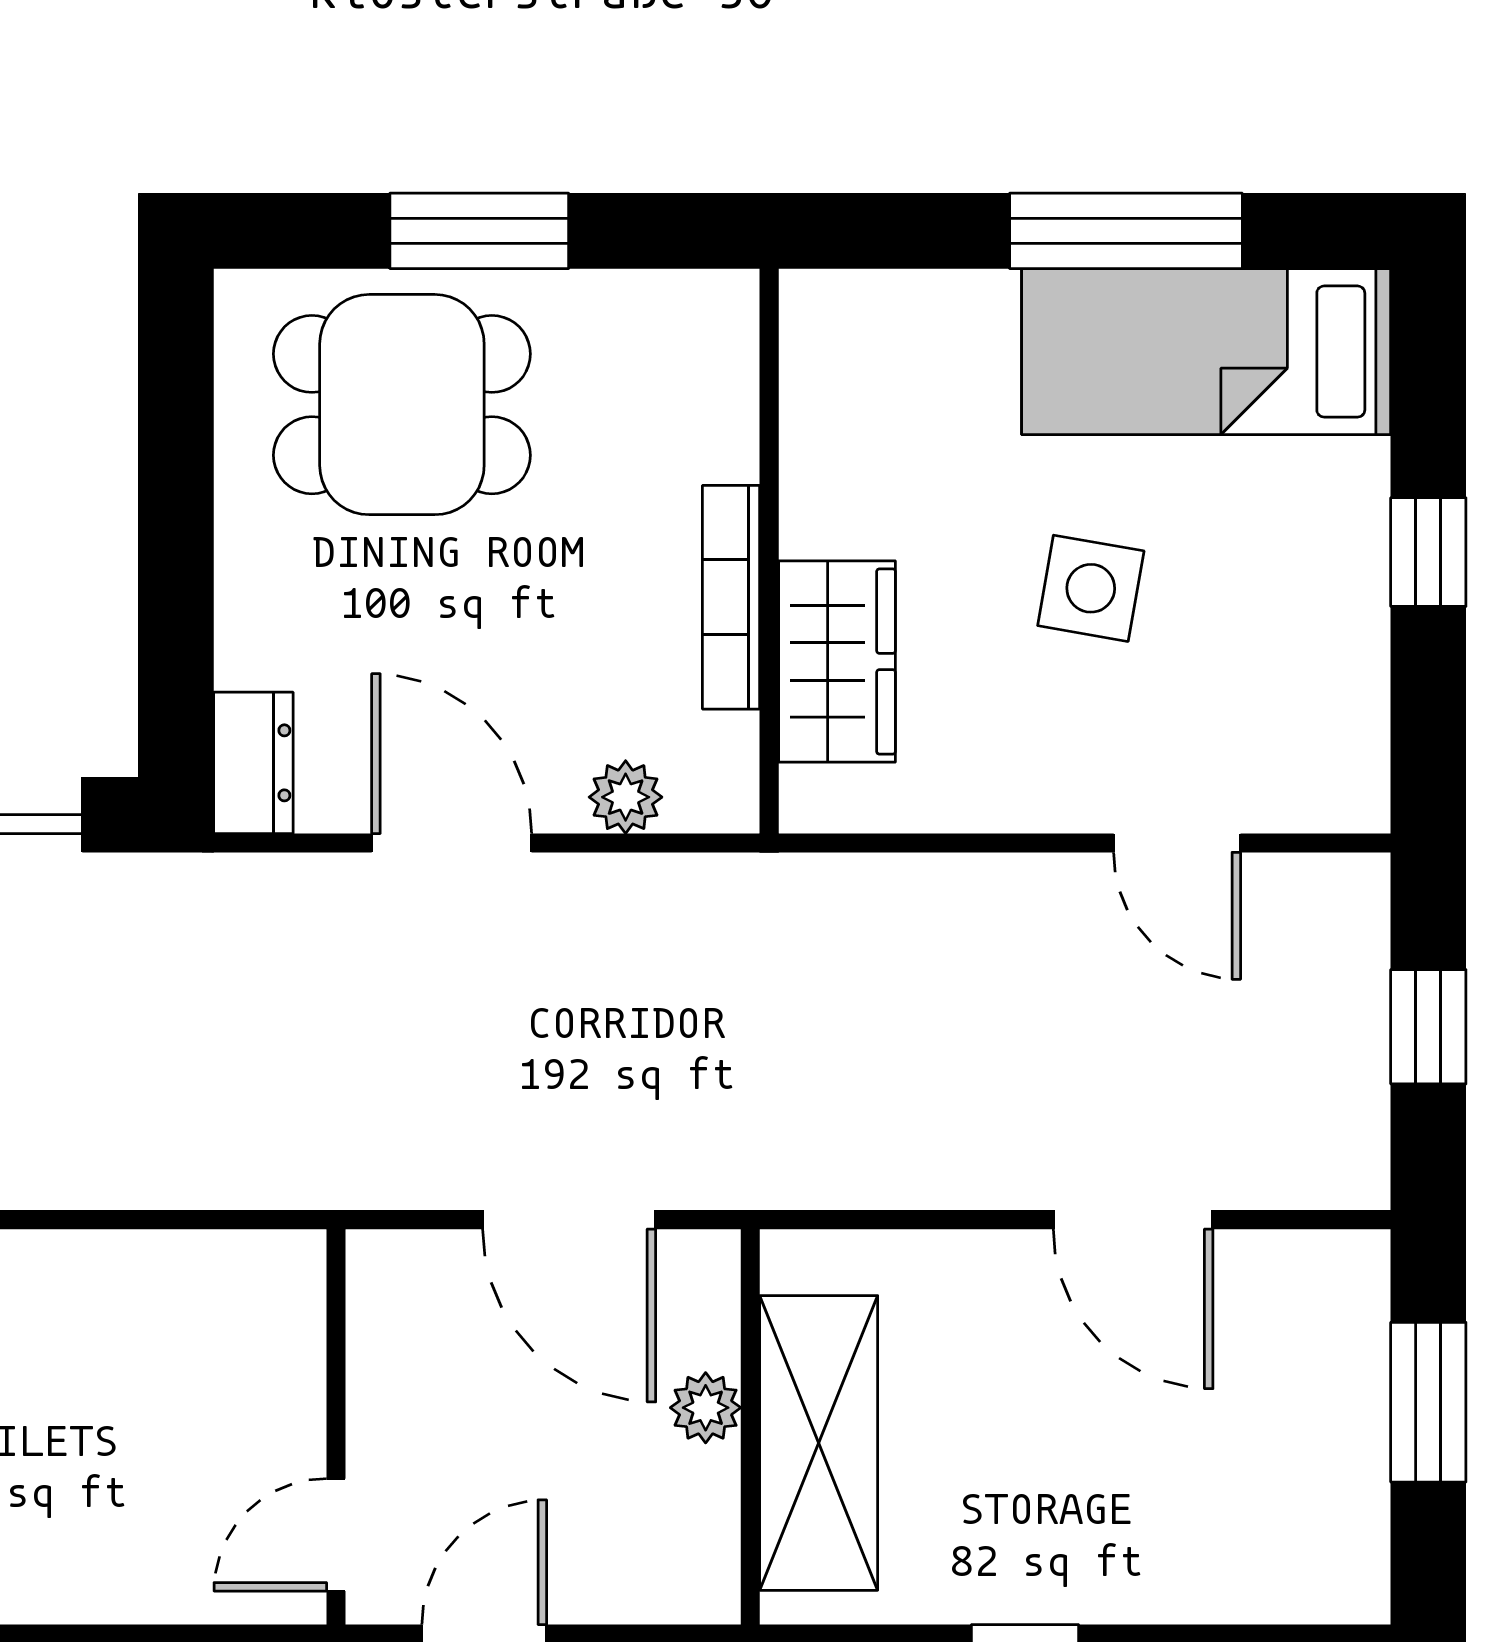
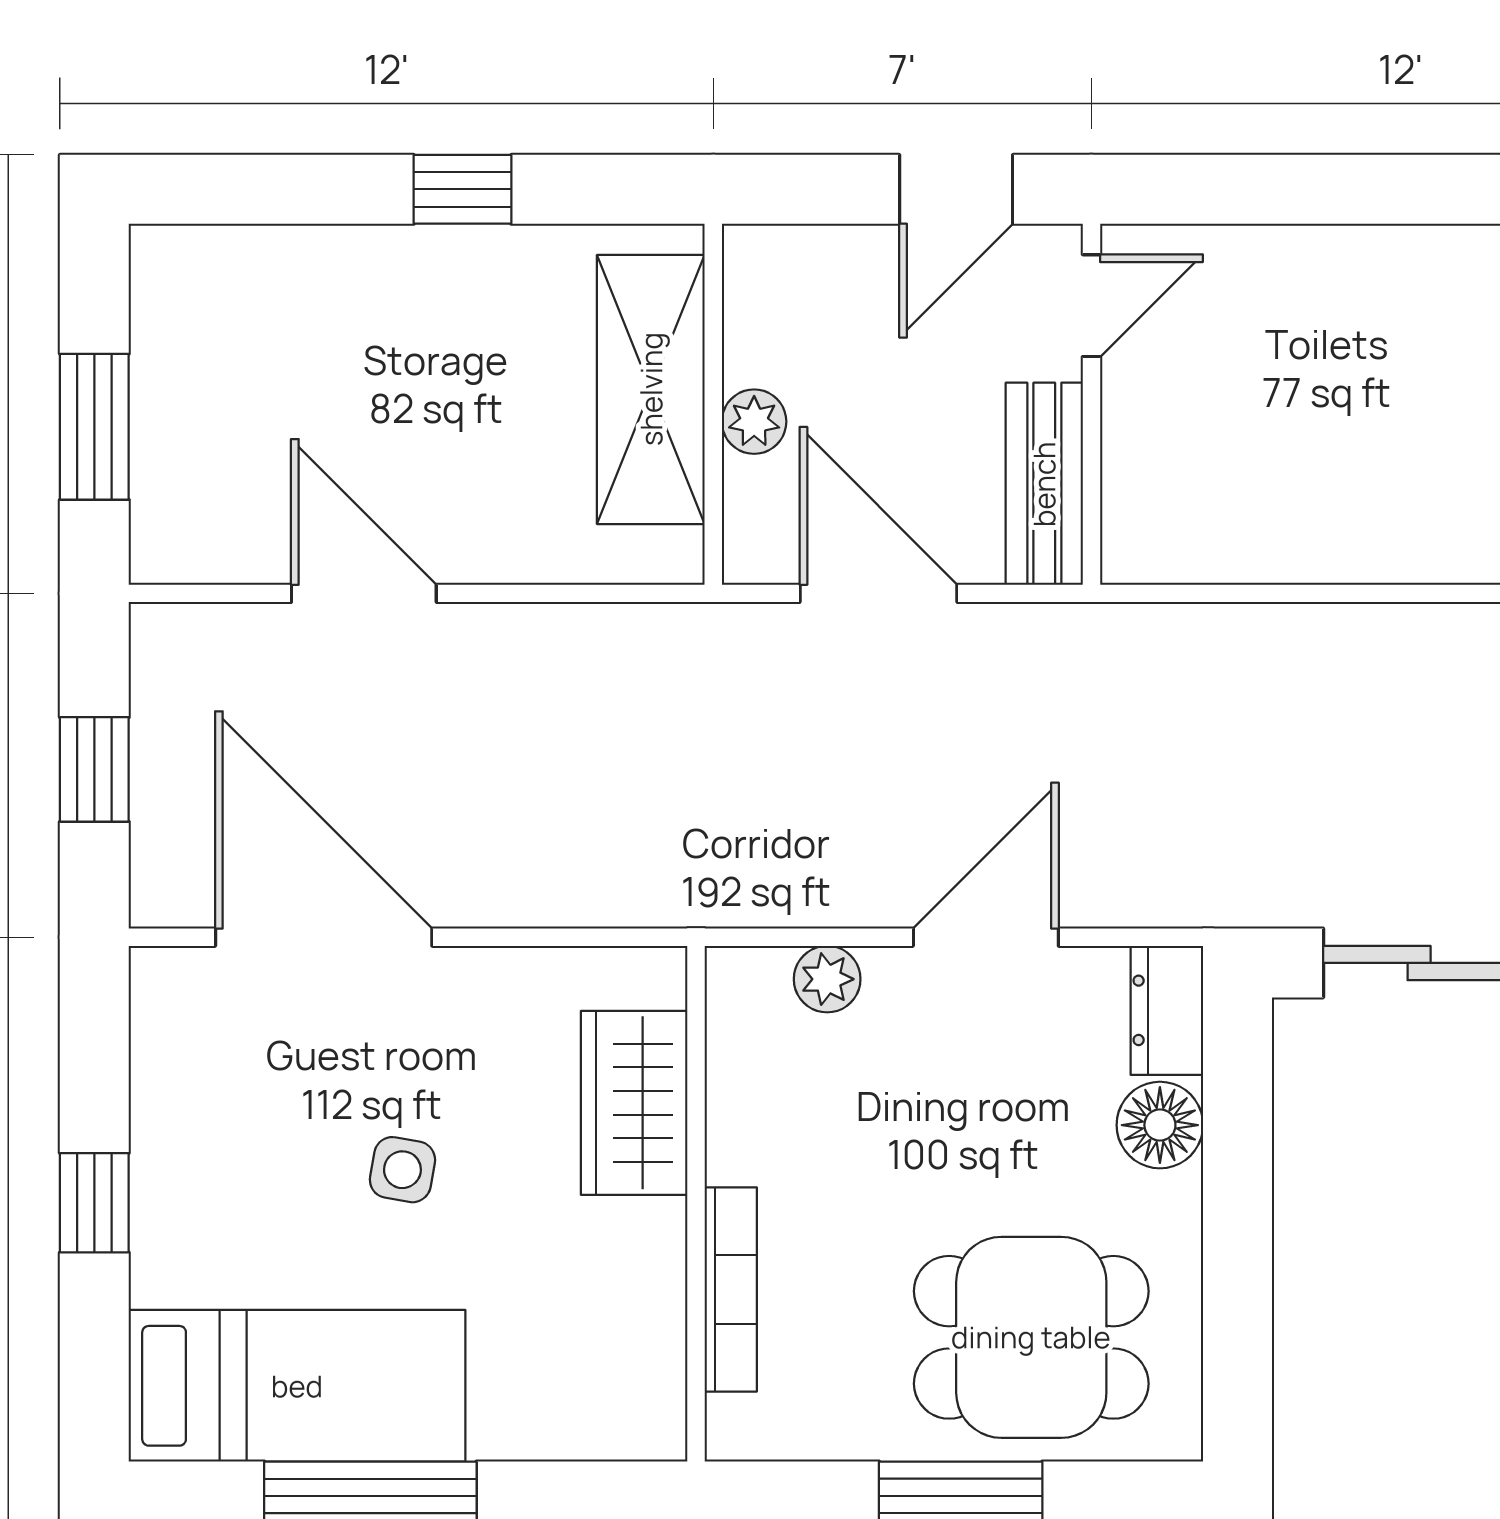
side table: (1091, 588) -> (402, 1170), width x0.73, depth x0.73
bookcase: (731, 597) -> (731, 1289), moved
floor lamp: (261, 637) -> (1160, 1125), added
door: (452, 843) -> (986, 937), swing flipped
door: (1177, 843) -> (324, 937), width x1.87
bench: (388, 1340) -> (1044, 484), added

